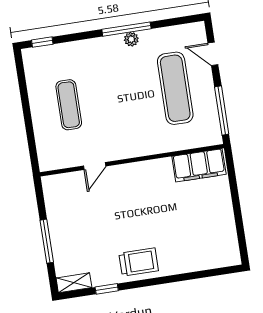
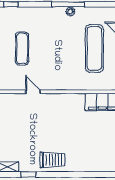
door: (95, 166) -> (33, 92), swing flipped

